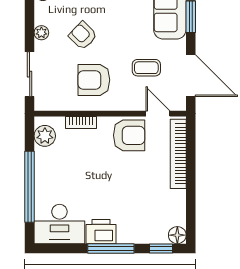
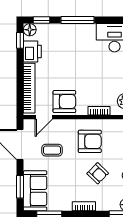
door: (158, 114) -> (44, 117), hinge flipped
armchair: (129, 135) -> (64, 102), turned 180
window: (191, 220) -> (20, 40), added
printer: (101, 232) -> (32, 51), moved, turned -90

